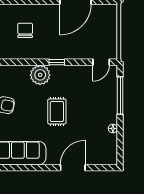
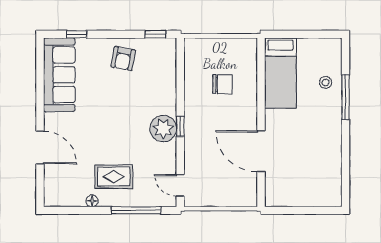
plant: (40, 75) -> (163, 129), moved
rug: (57, 111) -> (114, 177), moved

